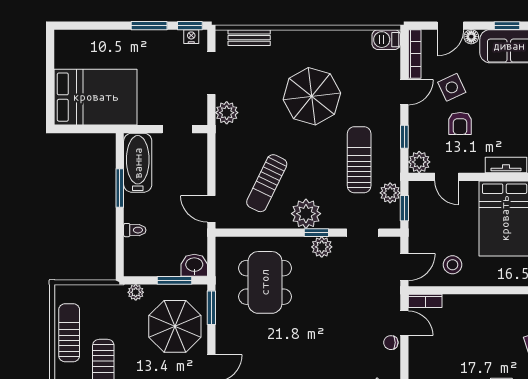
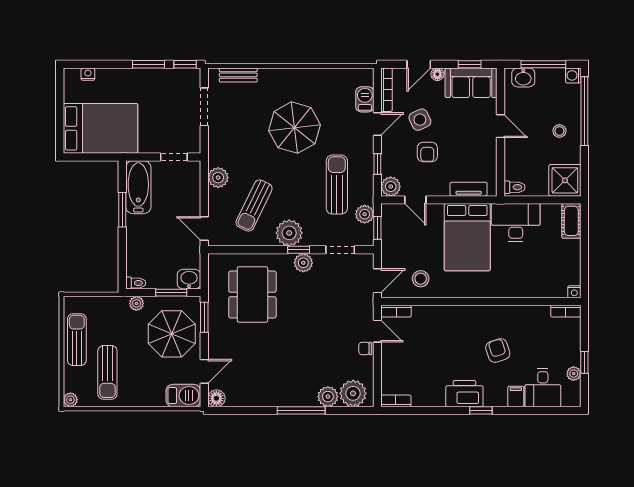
nightstand: (191, 37) -> (88, 74), moved
barbecue: (386, 40) -> (365, 99), moved, turned 90
plant: (227, 113) -> (218, 178), moved
toilet: (135, 230) -> (136, 283), moved

